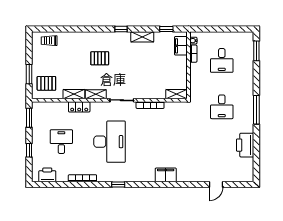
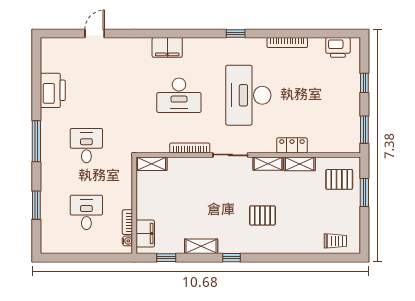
window: (256, 51) -> (36, 205), moved
desk: (61, 142) -> (179, 95), moved, width x1.37

